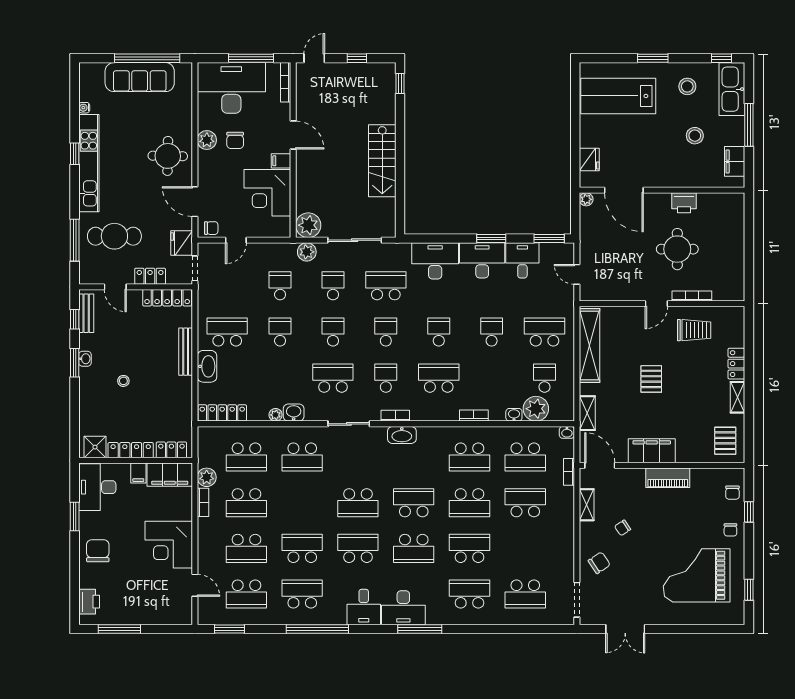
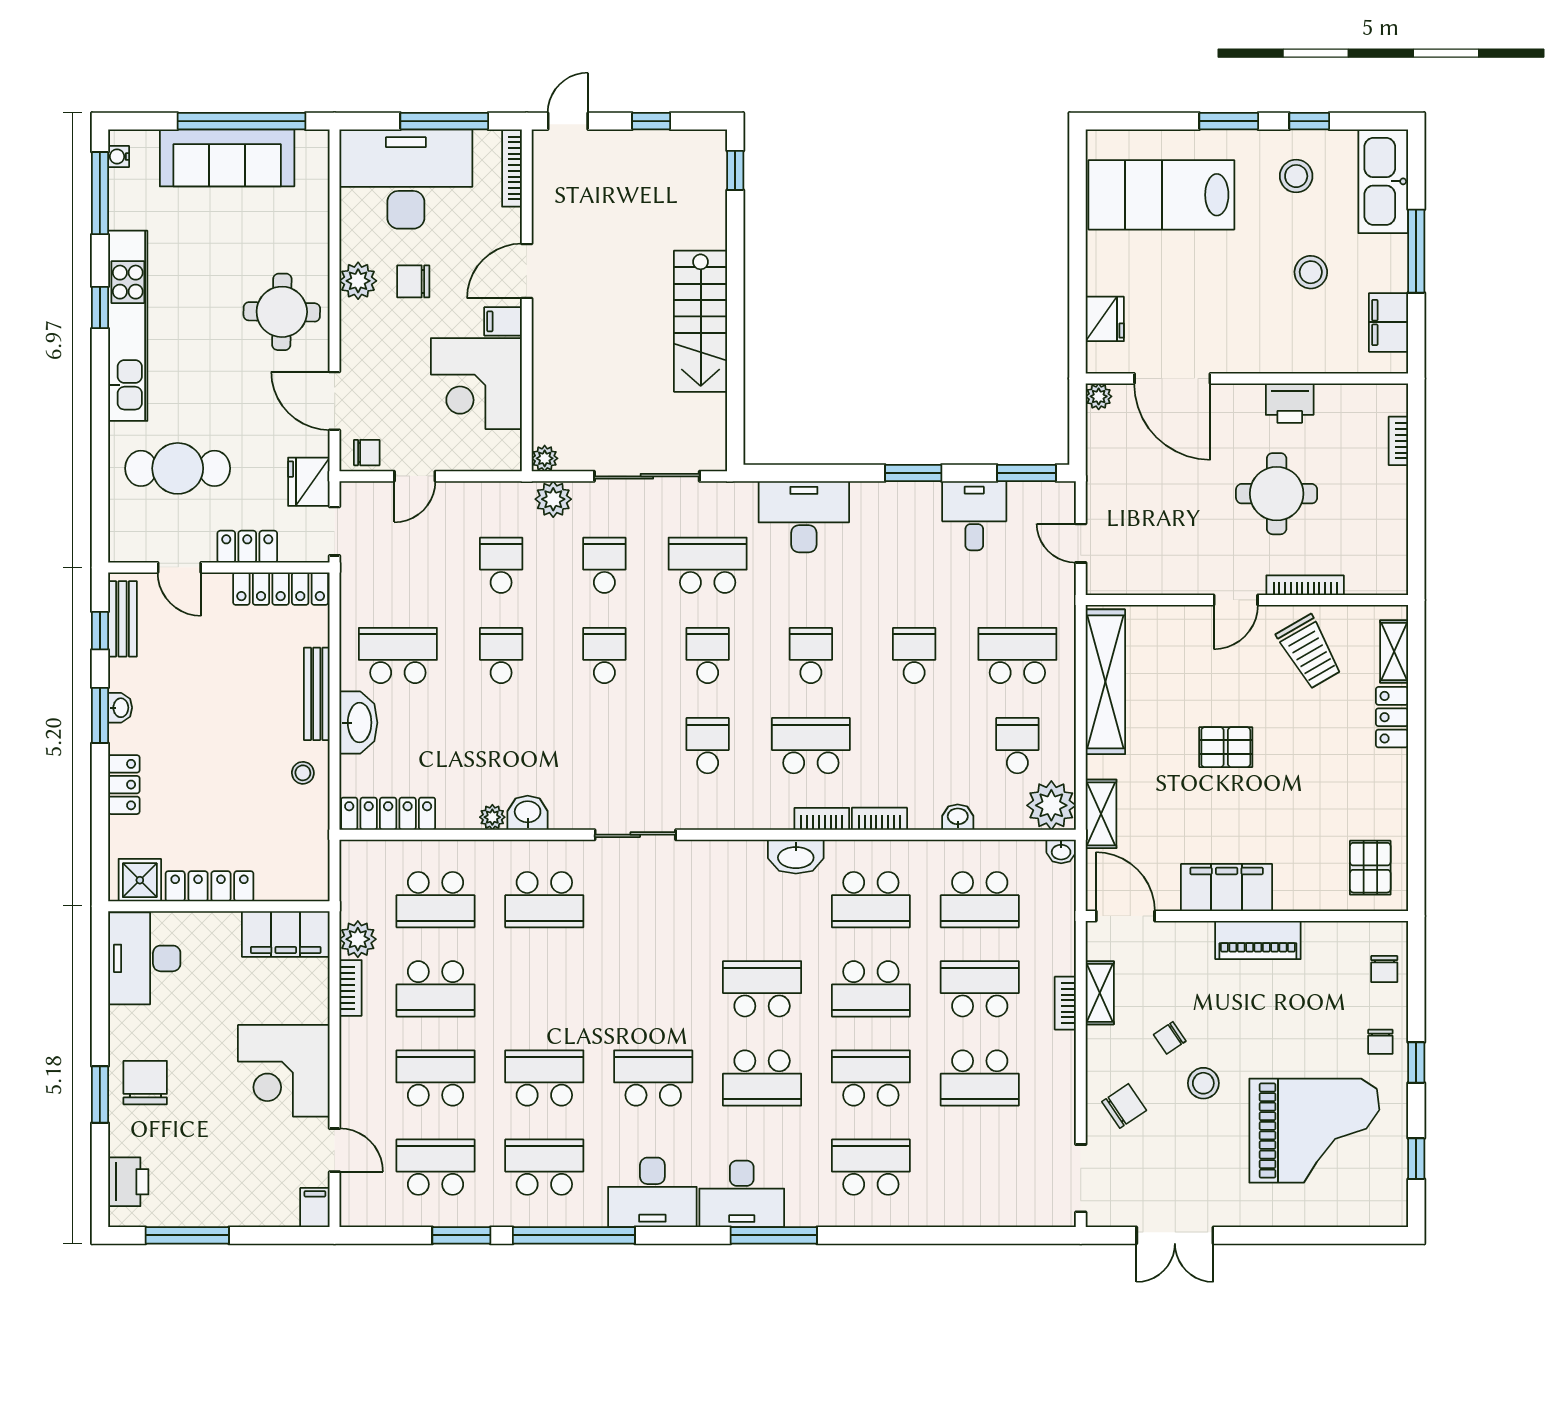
window: (722, 58) -> (1309, 121), moved
water cooler: (84, 108) -> (119, 157), moved
door: (293, 135) -> (527, 271), swing flipped
chair: (235, 140) -> (413, 281), turned 90
bookcase: (740, 222) -> (1398, 441), added
plant: (308, 225) -> (545, 458), width x0.53, depth x0.53
window: (75, 240) -> (100, 193), moved
desk: (482, 260) -> (896, 516), removed
trolley: (694, 330) -> (1309, 652), turned 60
school desk: (333, 378) -> (604, 746), removed
pallet: (651, 379) -> (1226, 747), turned 90
stool: (123, 381) -> (303, 773), moved
shelving: (737, 397) -> (1394, 651), moved
plant: (536, 409) -> (1051, 805), moved
bookcase: (395, 416) -> (822, 819), moved
washbasin: (402, 435) -> (796, 857), moved
locker: (171, 450) -> (124, 785), moved, turned 90
bookcase: (569, 472) -> (1065, 1003), moved
filing cabinet: (138, 473) -> (315, 1208), moved, turned 180
school desk: (358, 503) -> (653, 989), removed
window: (749, 512) -> (1416, 1062), moved
window: (75, 516) -> (100, 1095), moved
school desk: (246, 548) -> (435, 1078), turned 180
stool: (640, 551) -> (1203, 1083), added
grand piano: (697, 575) -> (1314, 1131), turned 180
school desk: (246, 594) -> (435, 1167), turned 180
school desk: (525, 594) -> (980, 1078), moved
desk: (364, 607) -> (652, 1192), width x1.37
window: (229, 629) -> (461, 1235), moved

